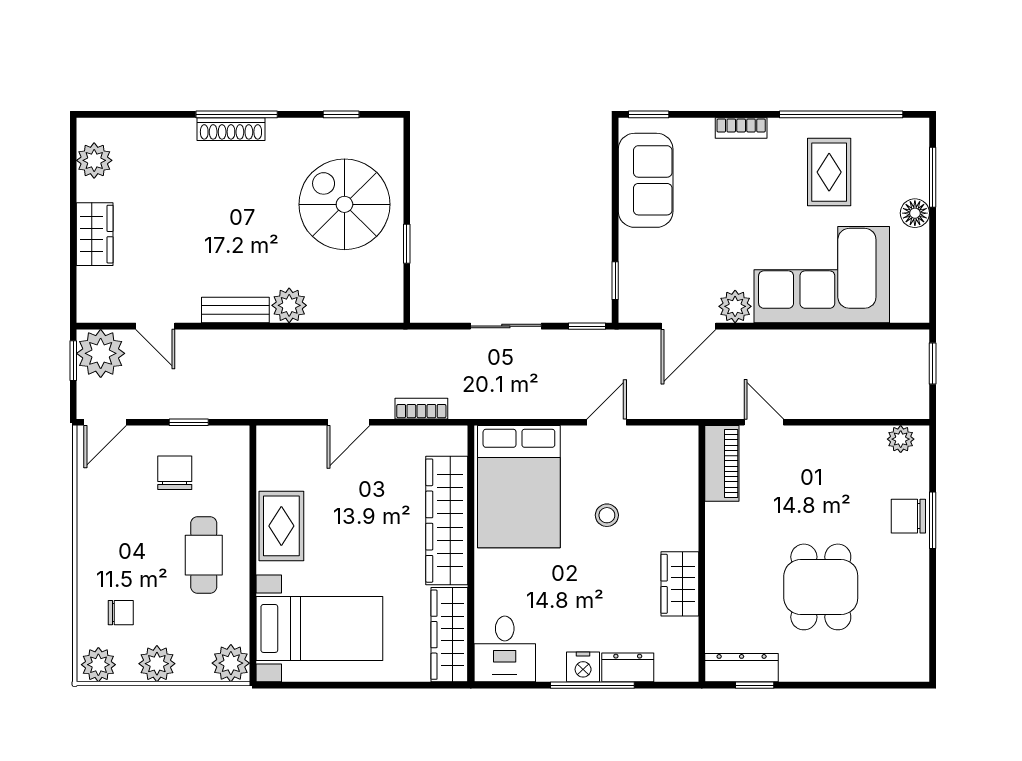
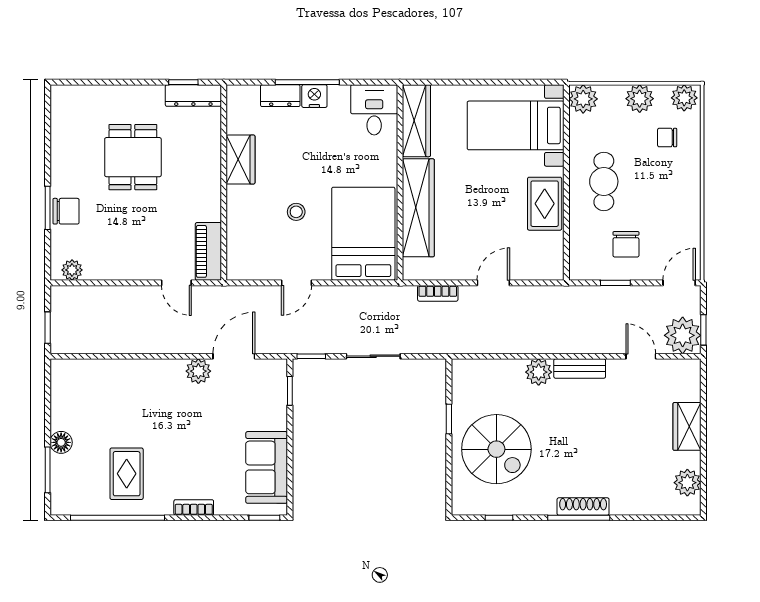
corner sofa: (822, 275) -> (132, 396), removed

